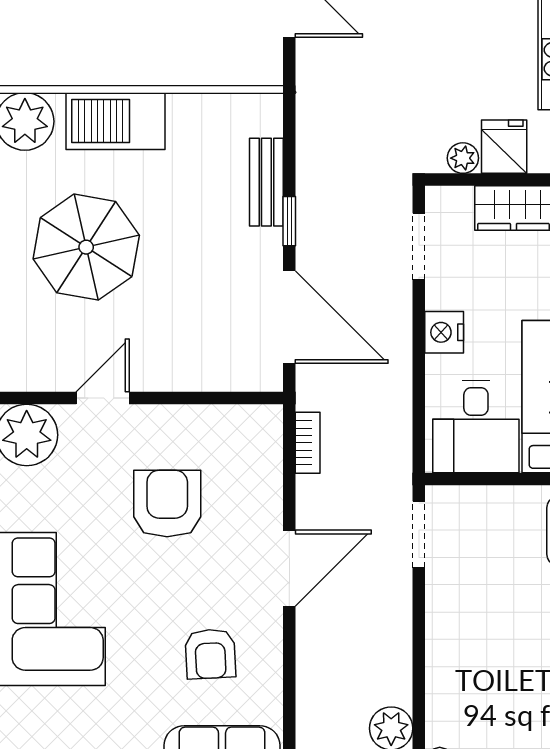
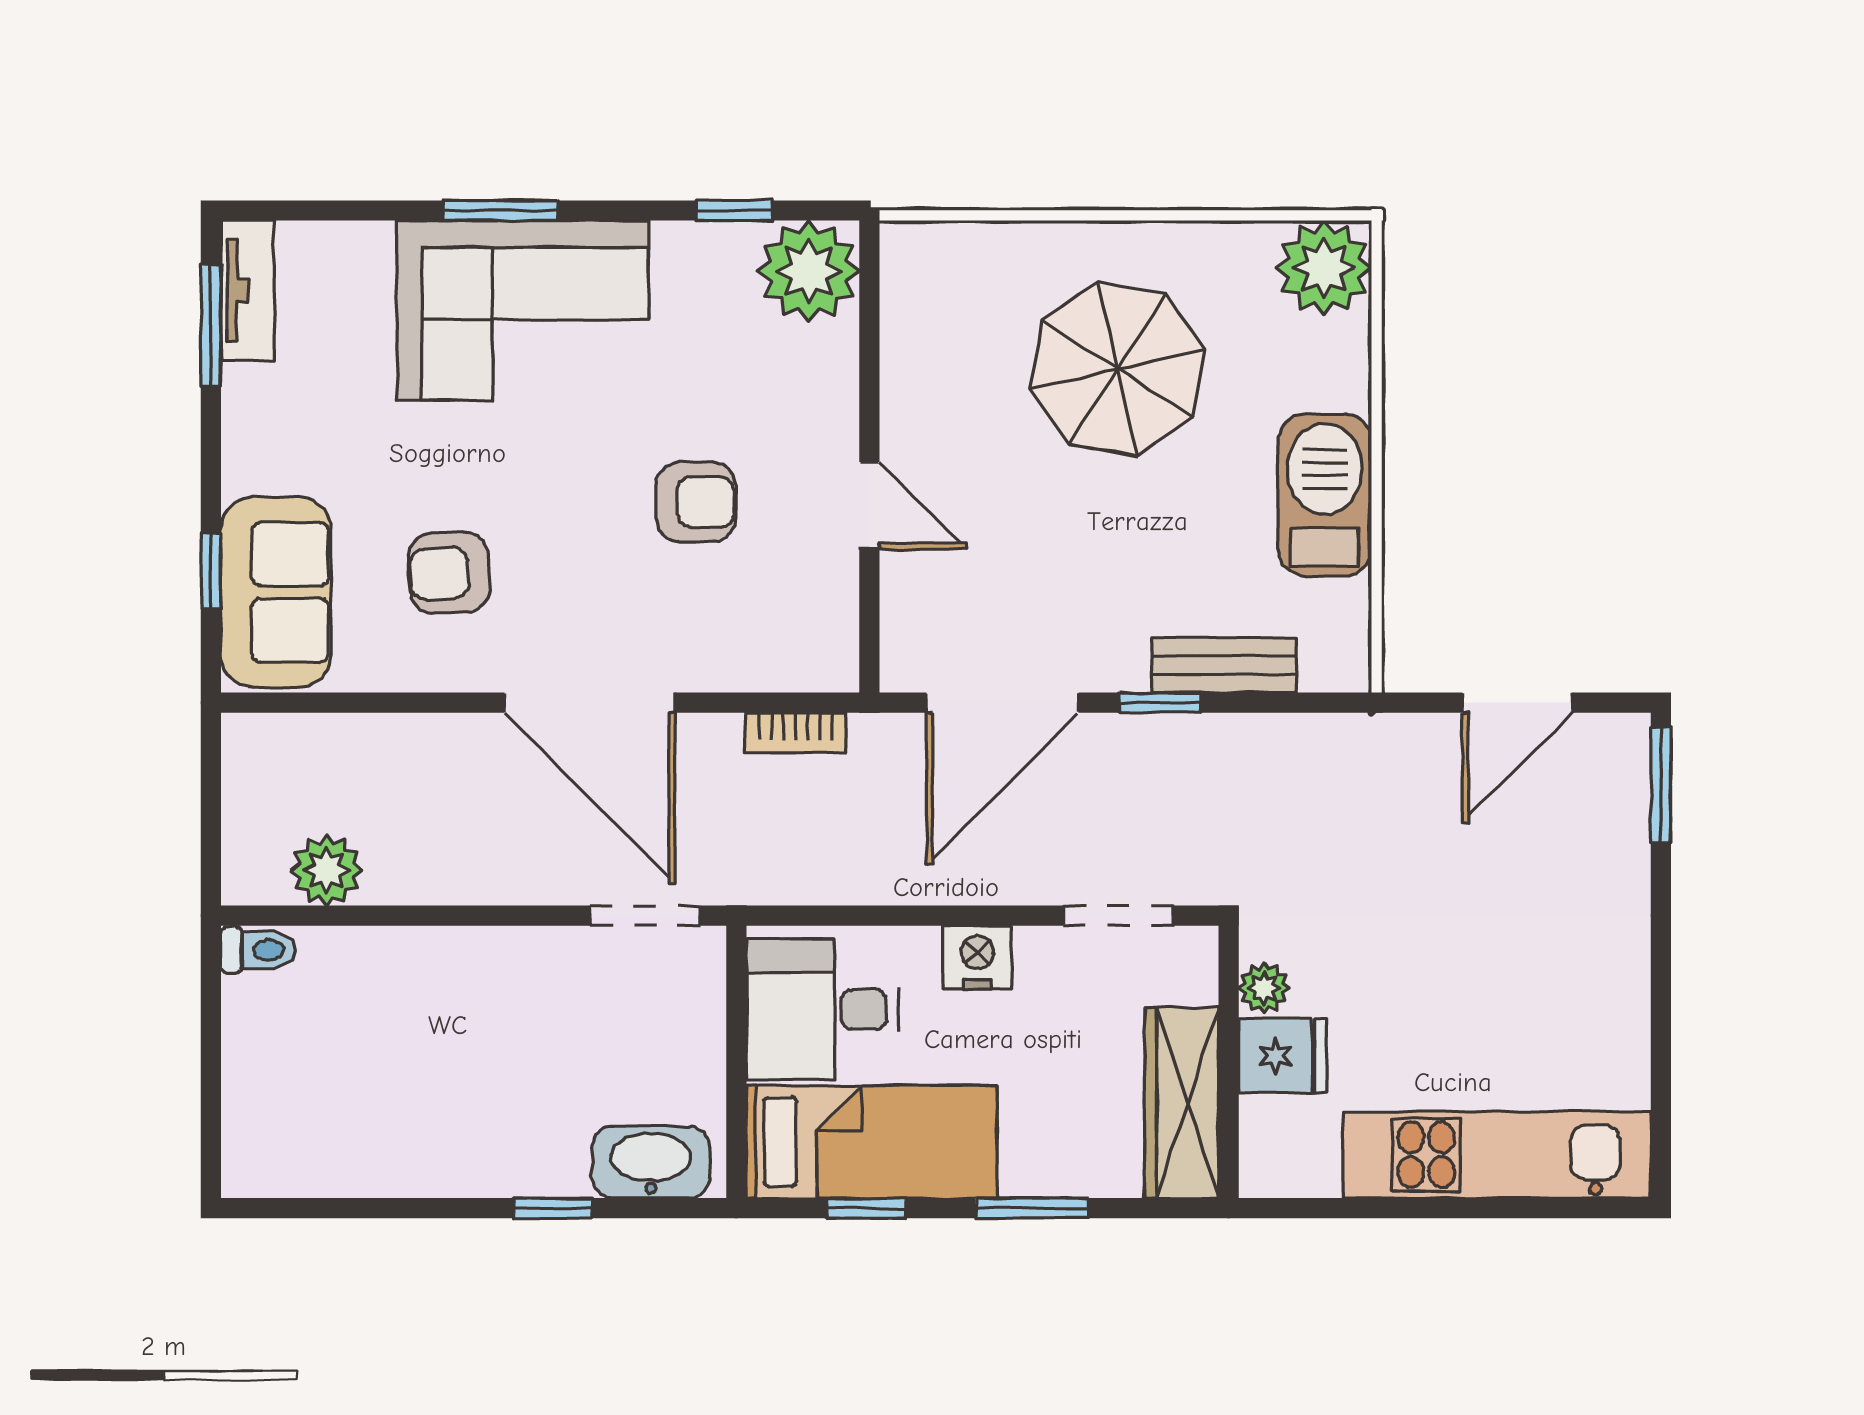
barbecue: (115, 121) -> (1325, 495), moved
door: (103, 398) -> (869, 505), moved
armchair: (167, 504) -> (696, 502), width x0.72, depth x0.72
door: (289, 568) -> (590, 703), width x1.36

